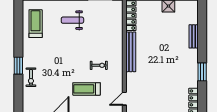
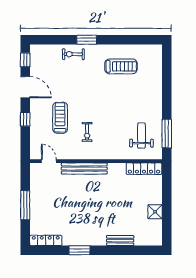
weight bench: (72, 20) -> (141, 135), moved
treadmill: (36, 24) -> (121, 66), moved
bench: (131, 52) -> (84, 169), moved

